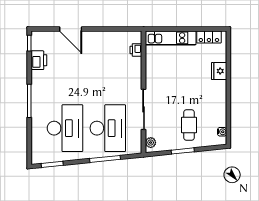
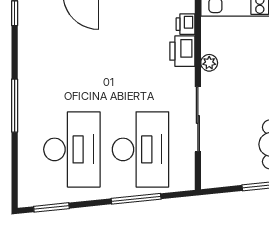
printer: (39, 60) -> (182, 51), moved, turned 180
plant: (151, 143) -> (209, 63), moved

